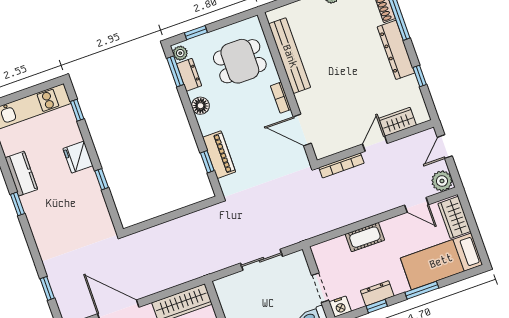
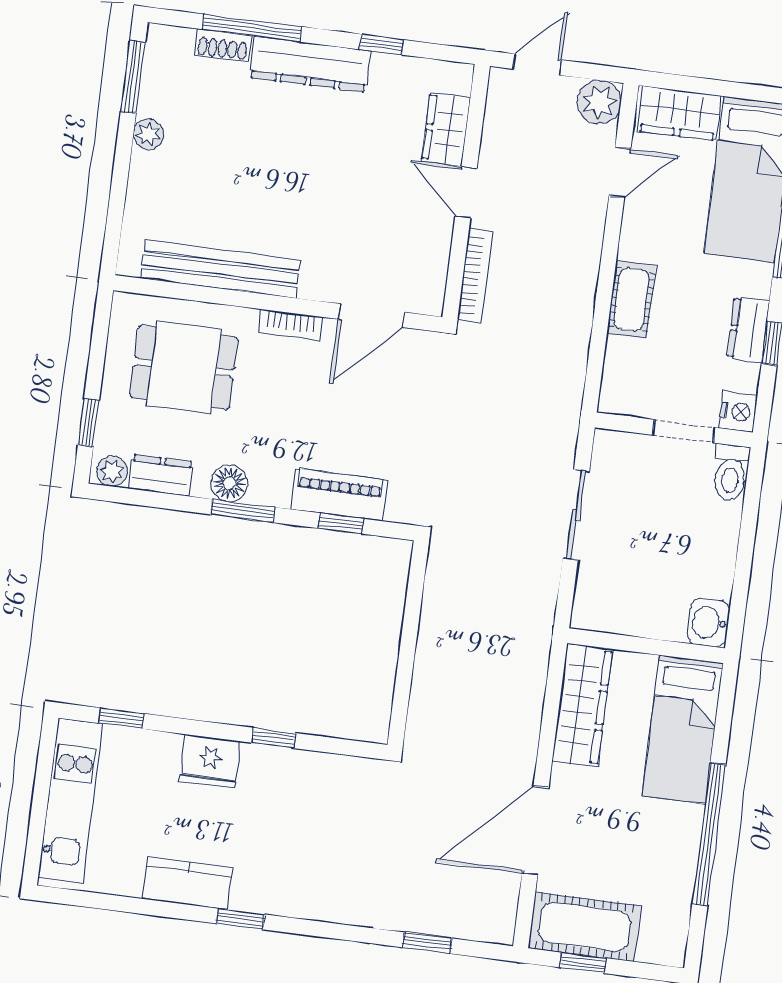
dining table: (240, 61) -> (184, 367), turned 90
window: (175, 71) -> (243, 511), moved
door: (445, 147) -> (537, 65), swing flipped

